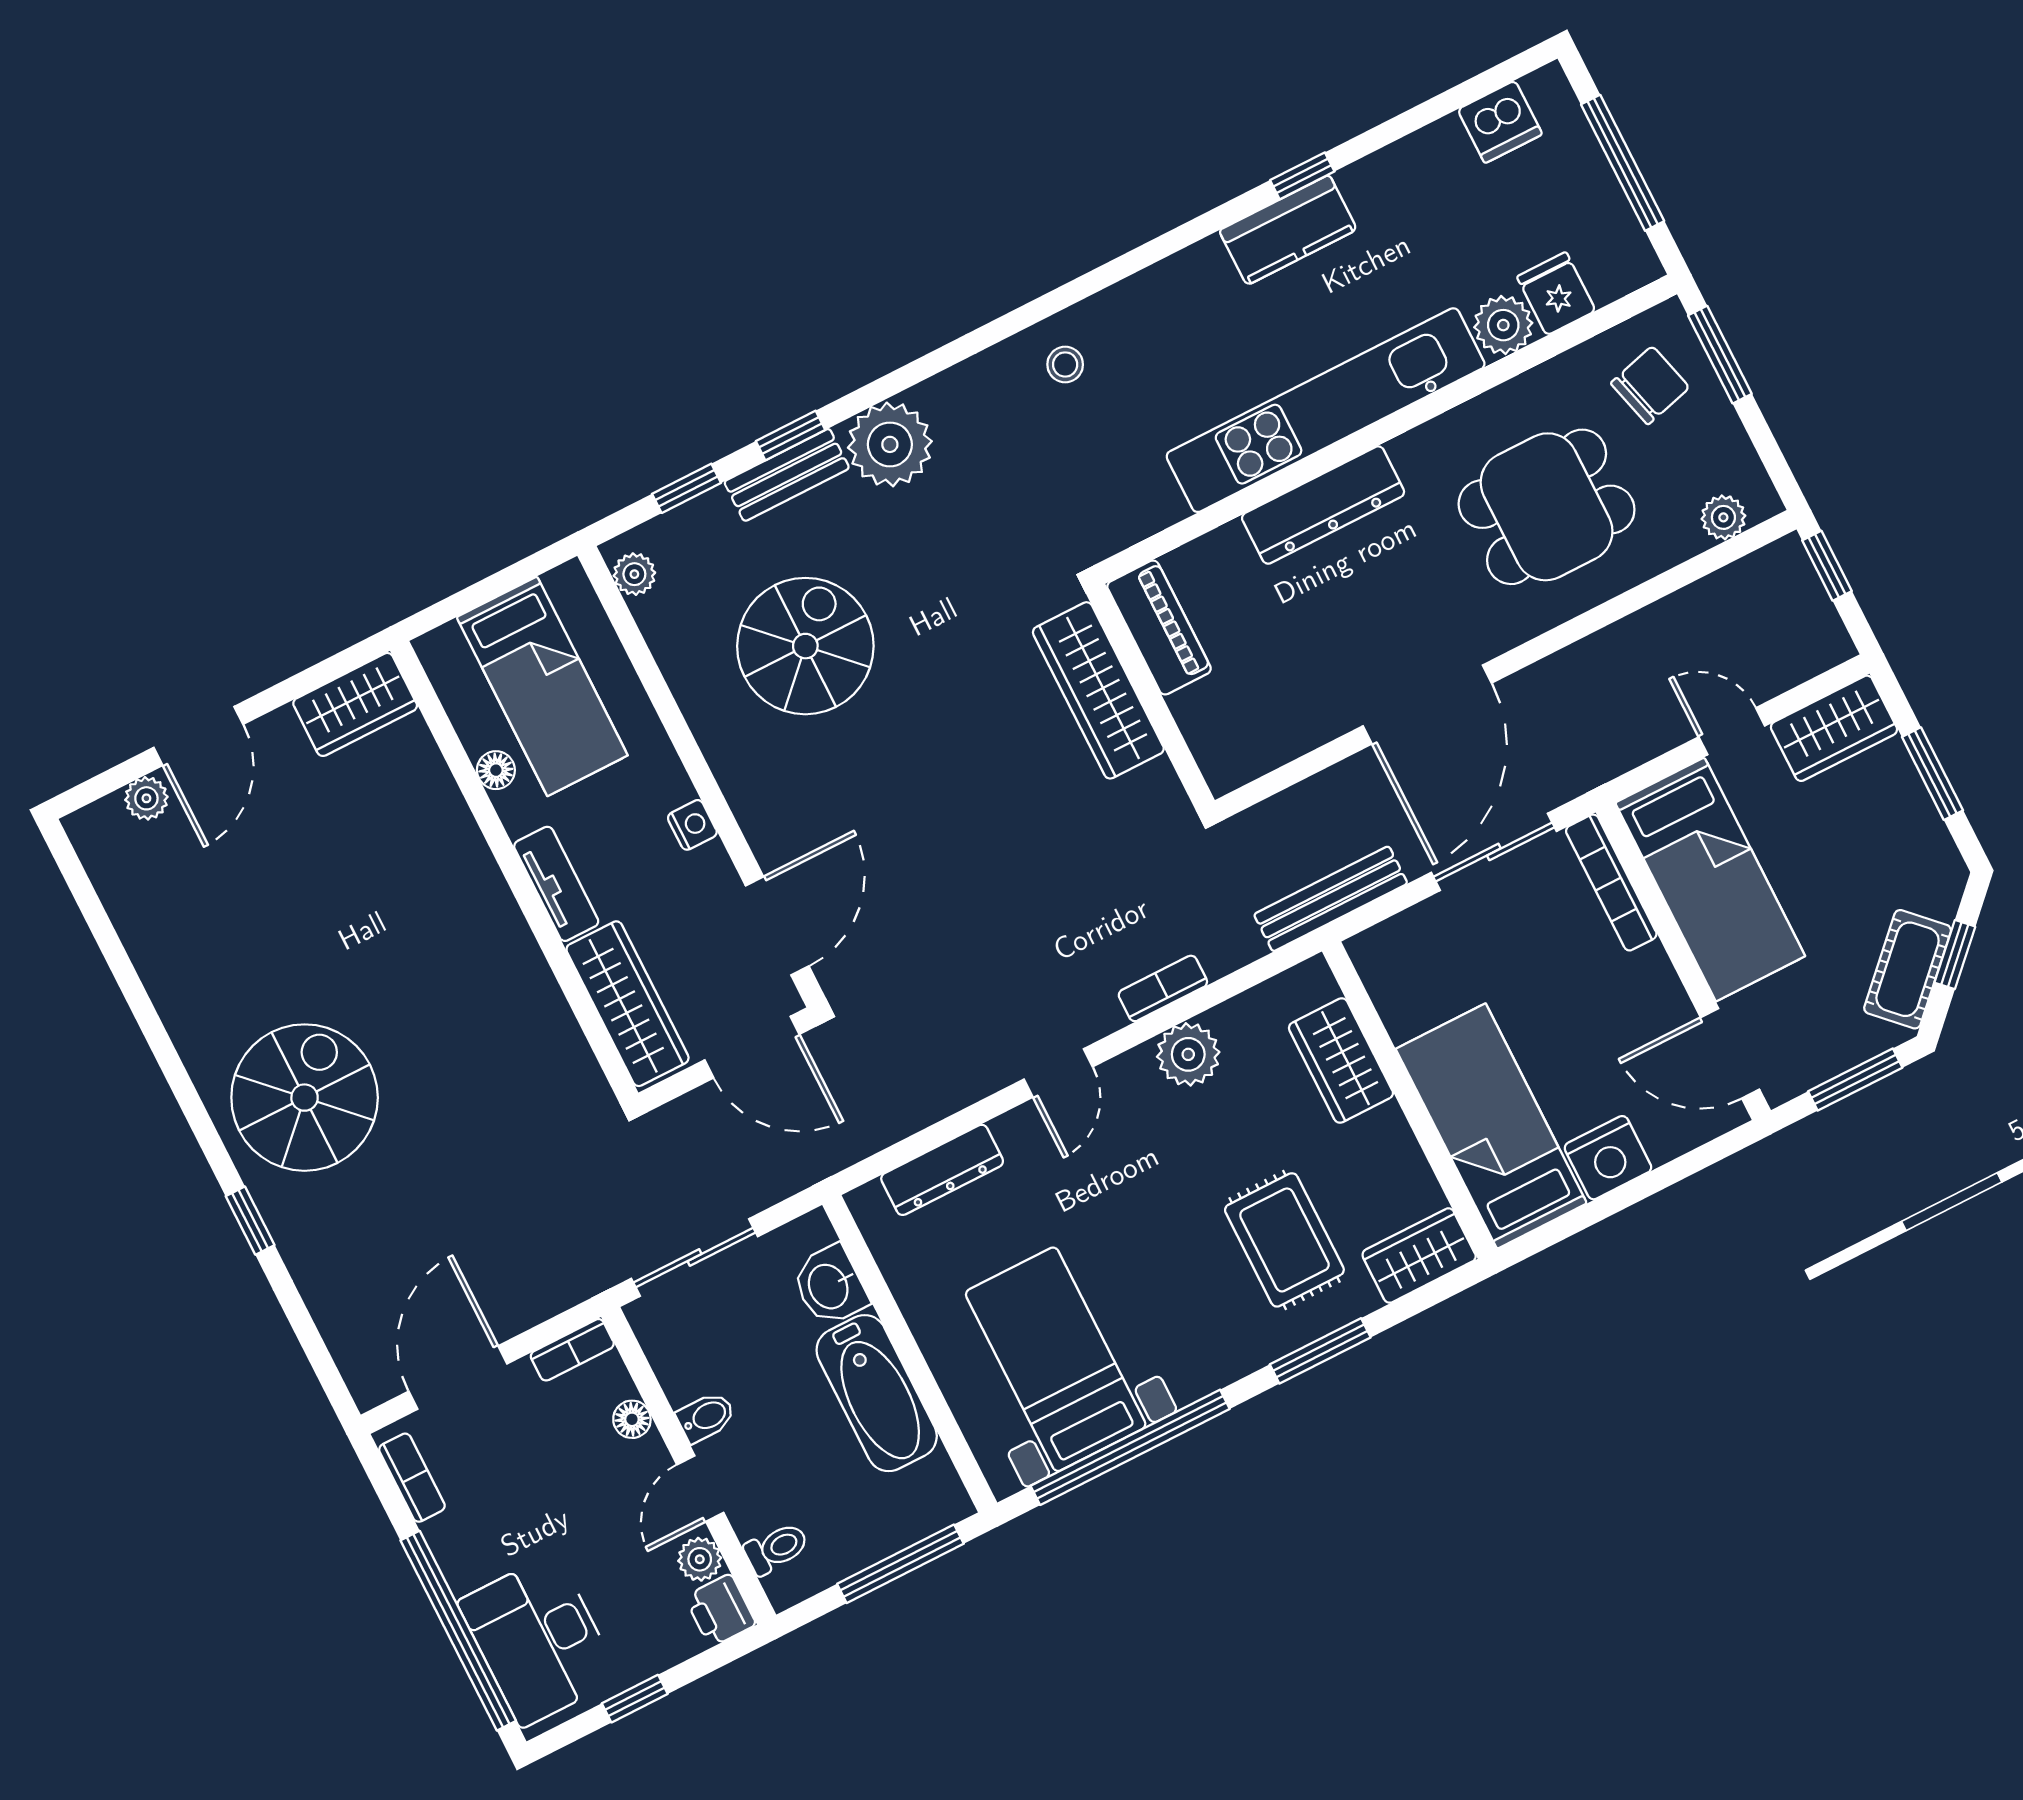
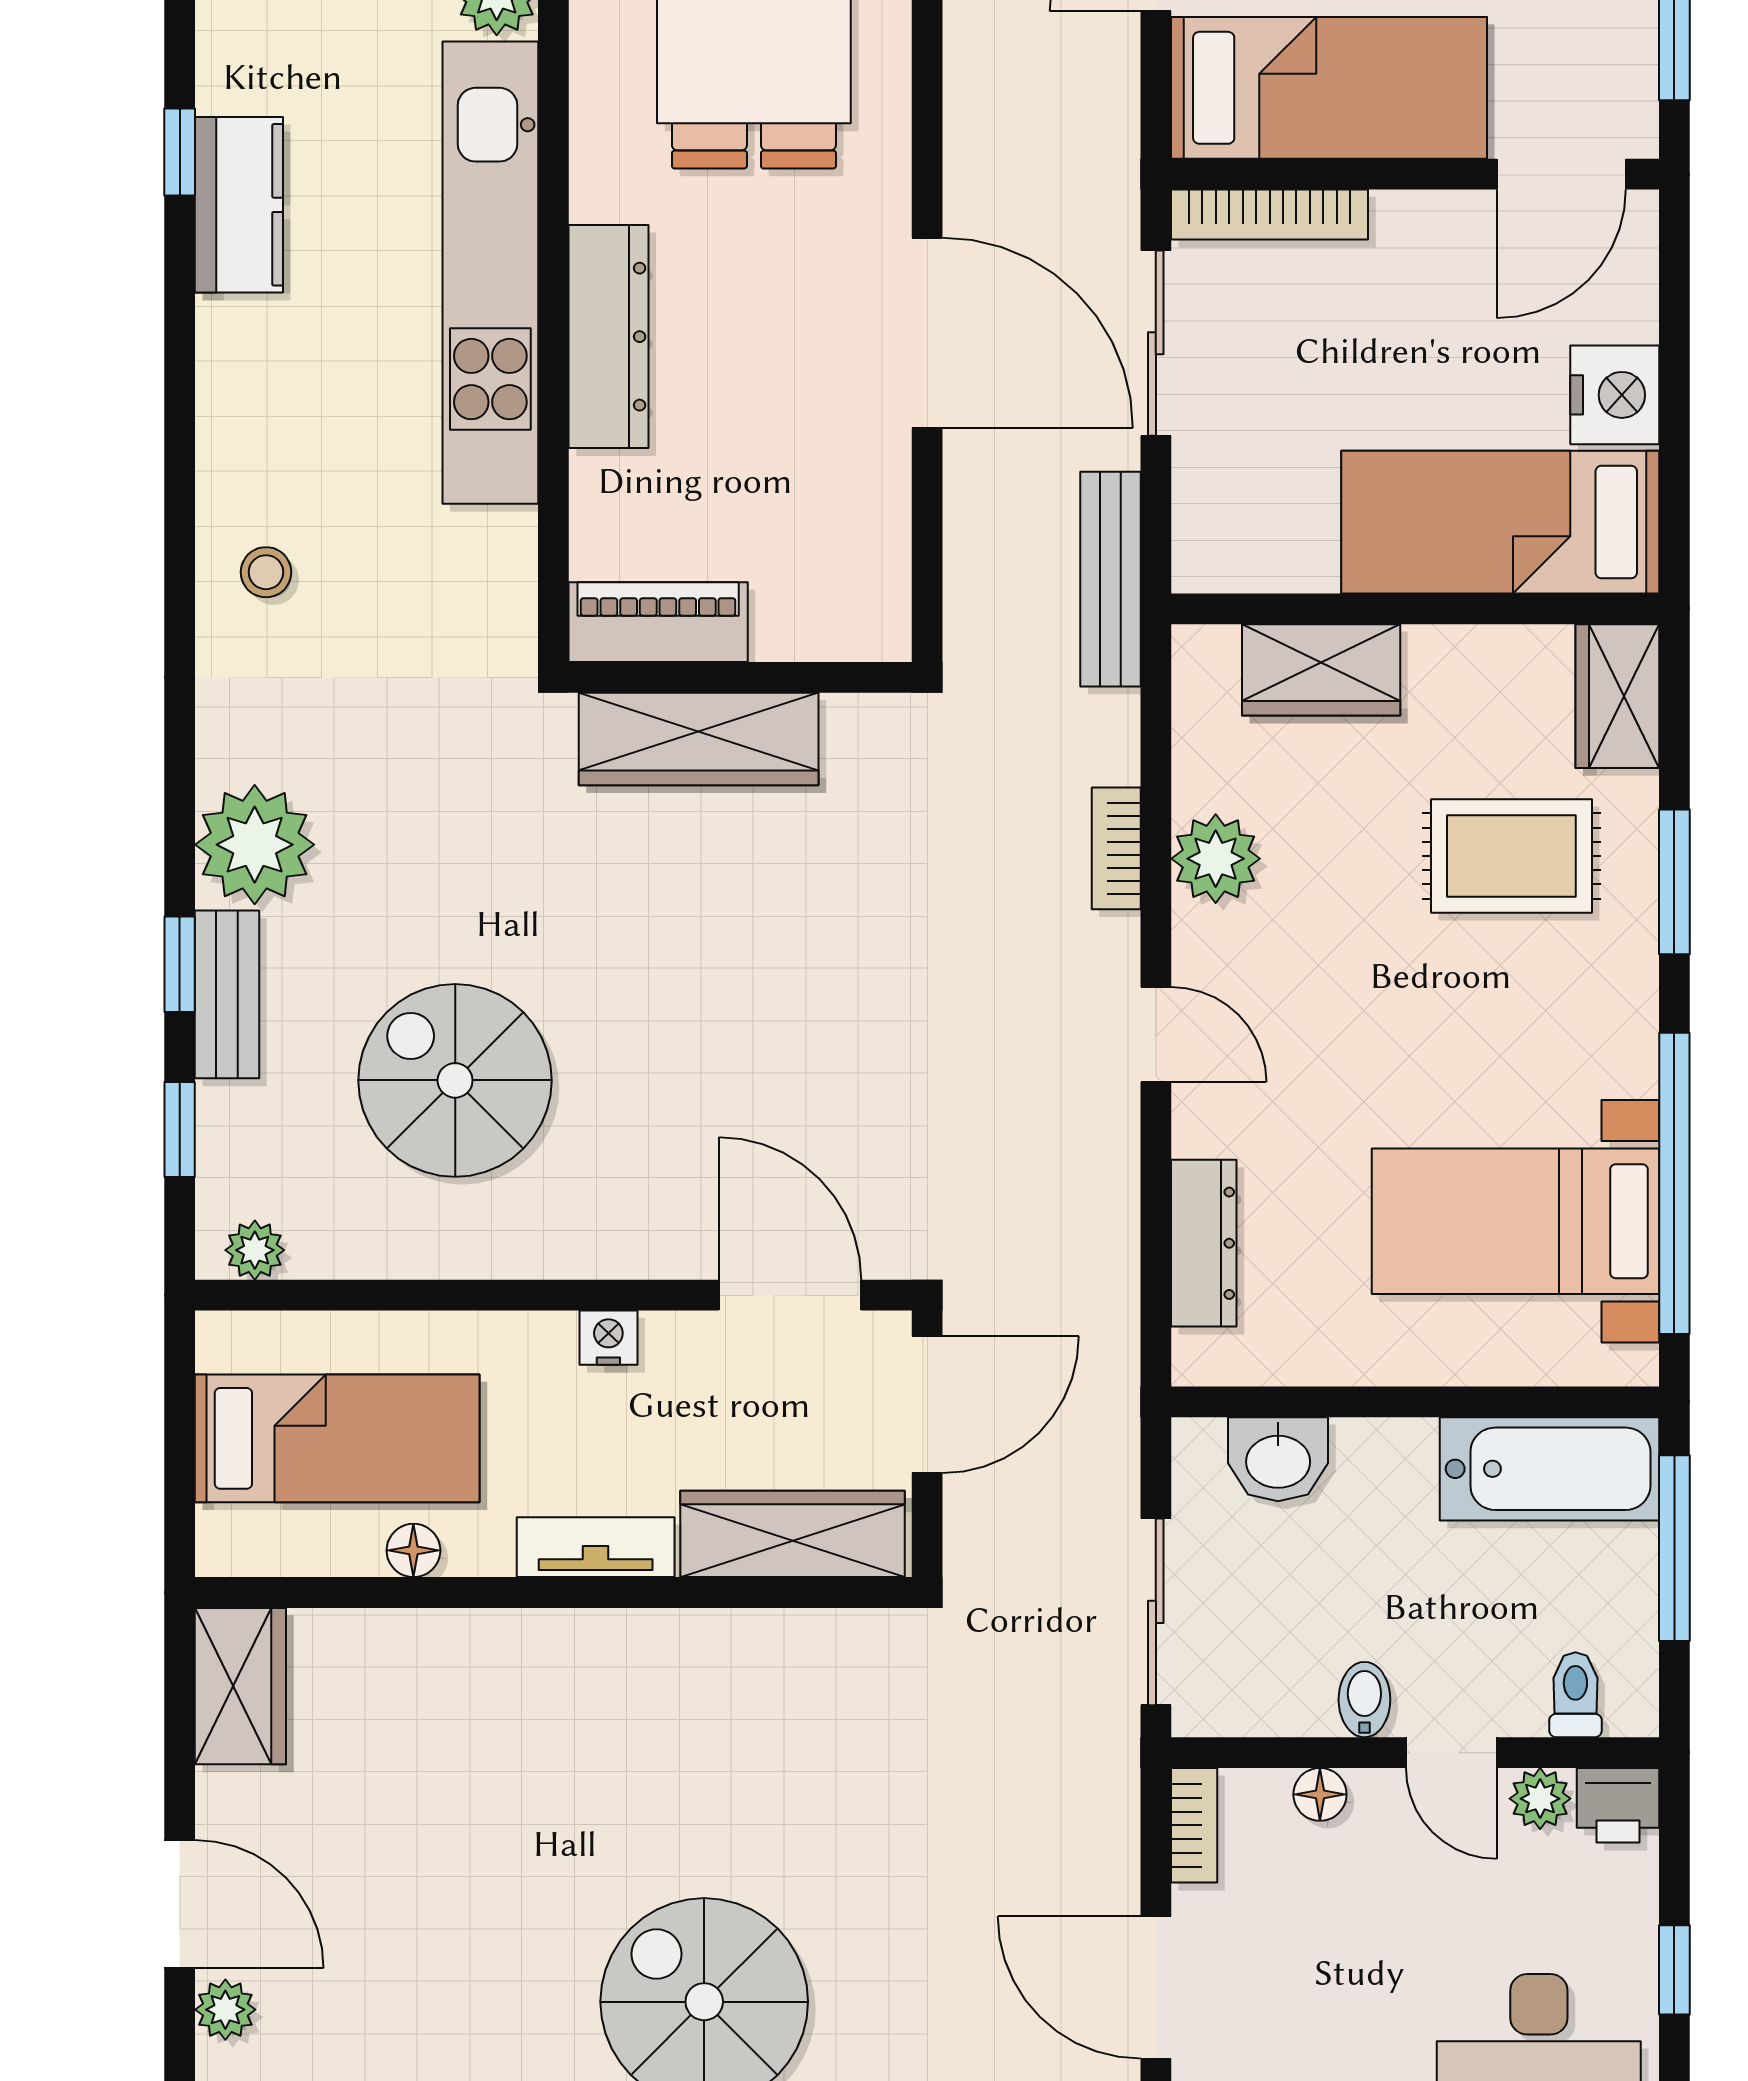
bathtub: (877, 1393) -> (1549, 1469), moved

